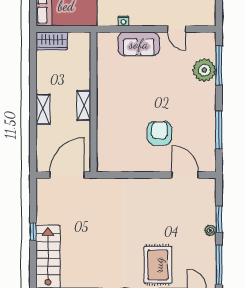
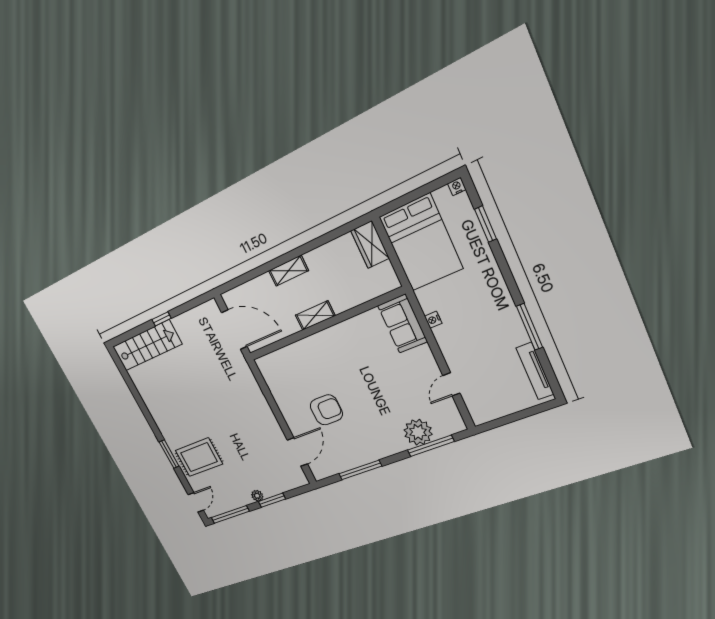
sofa: (139, 44) -> (403, 324), moved

